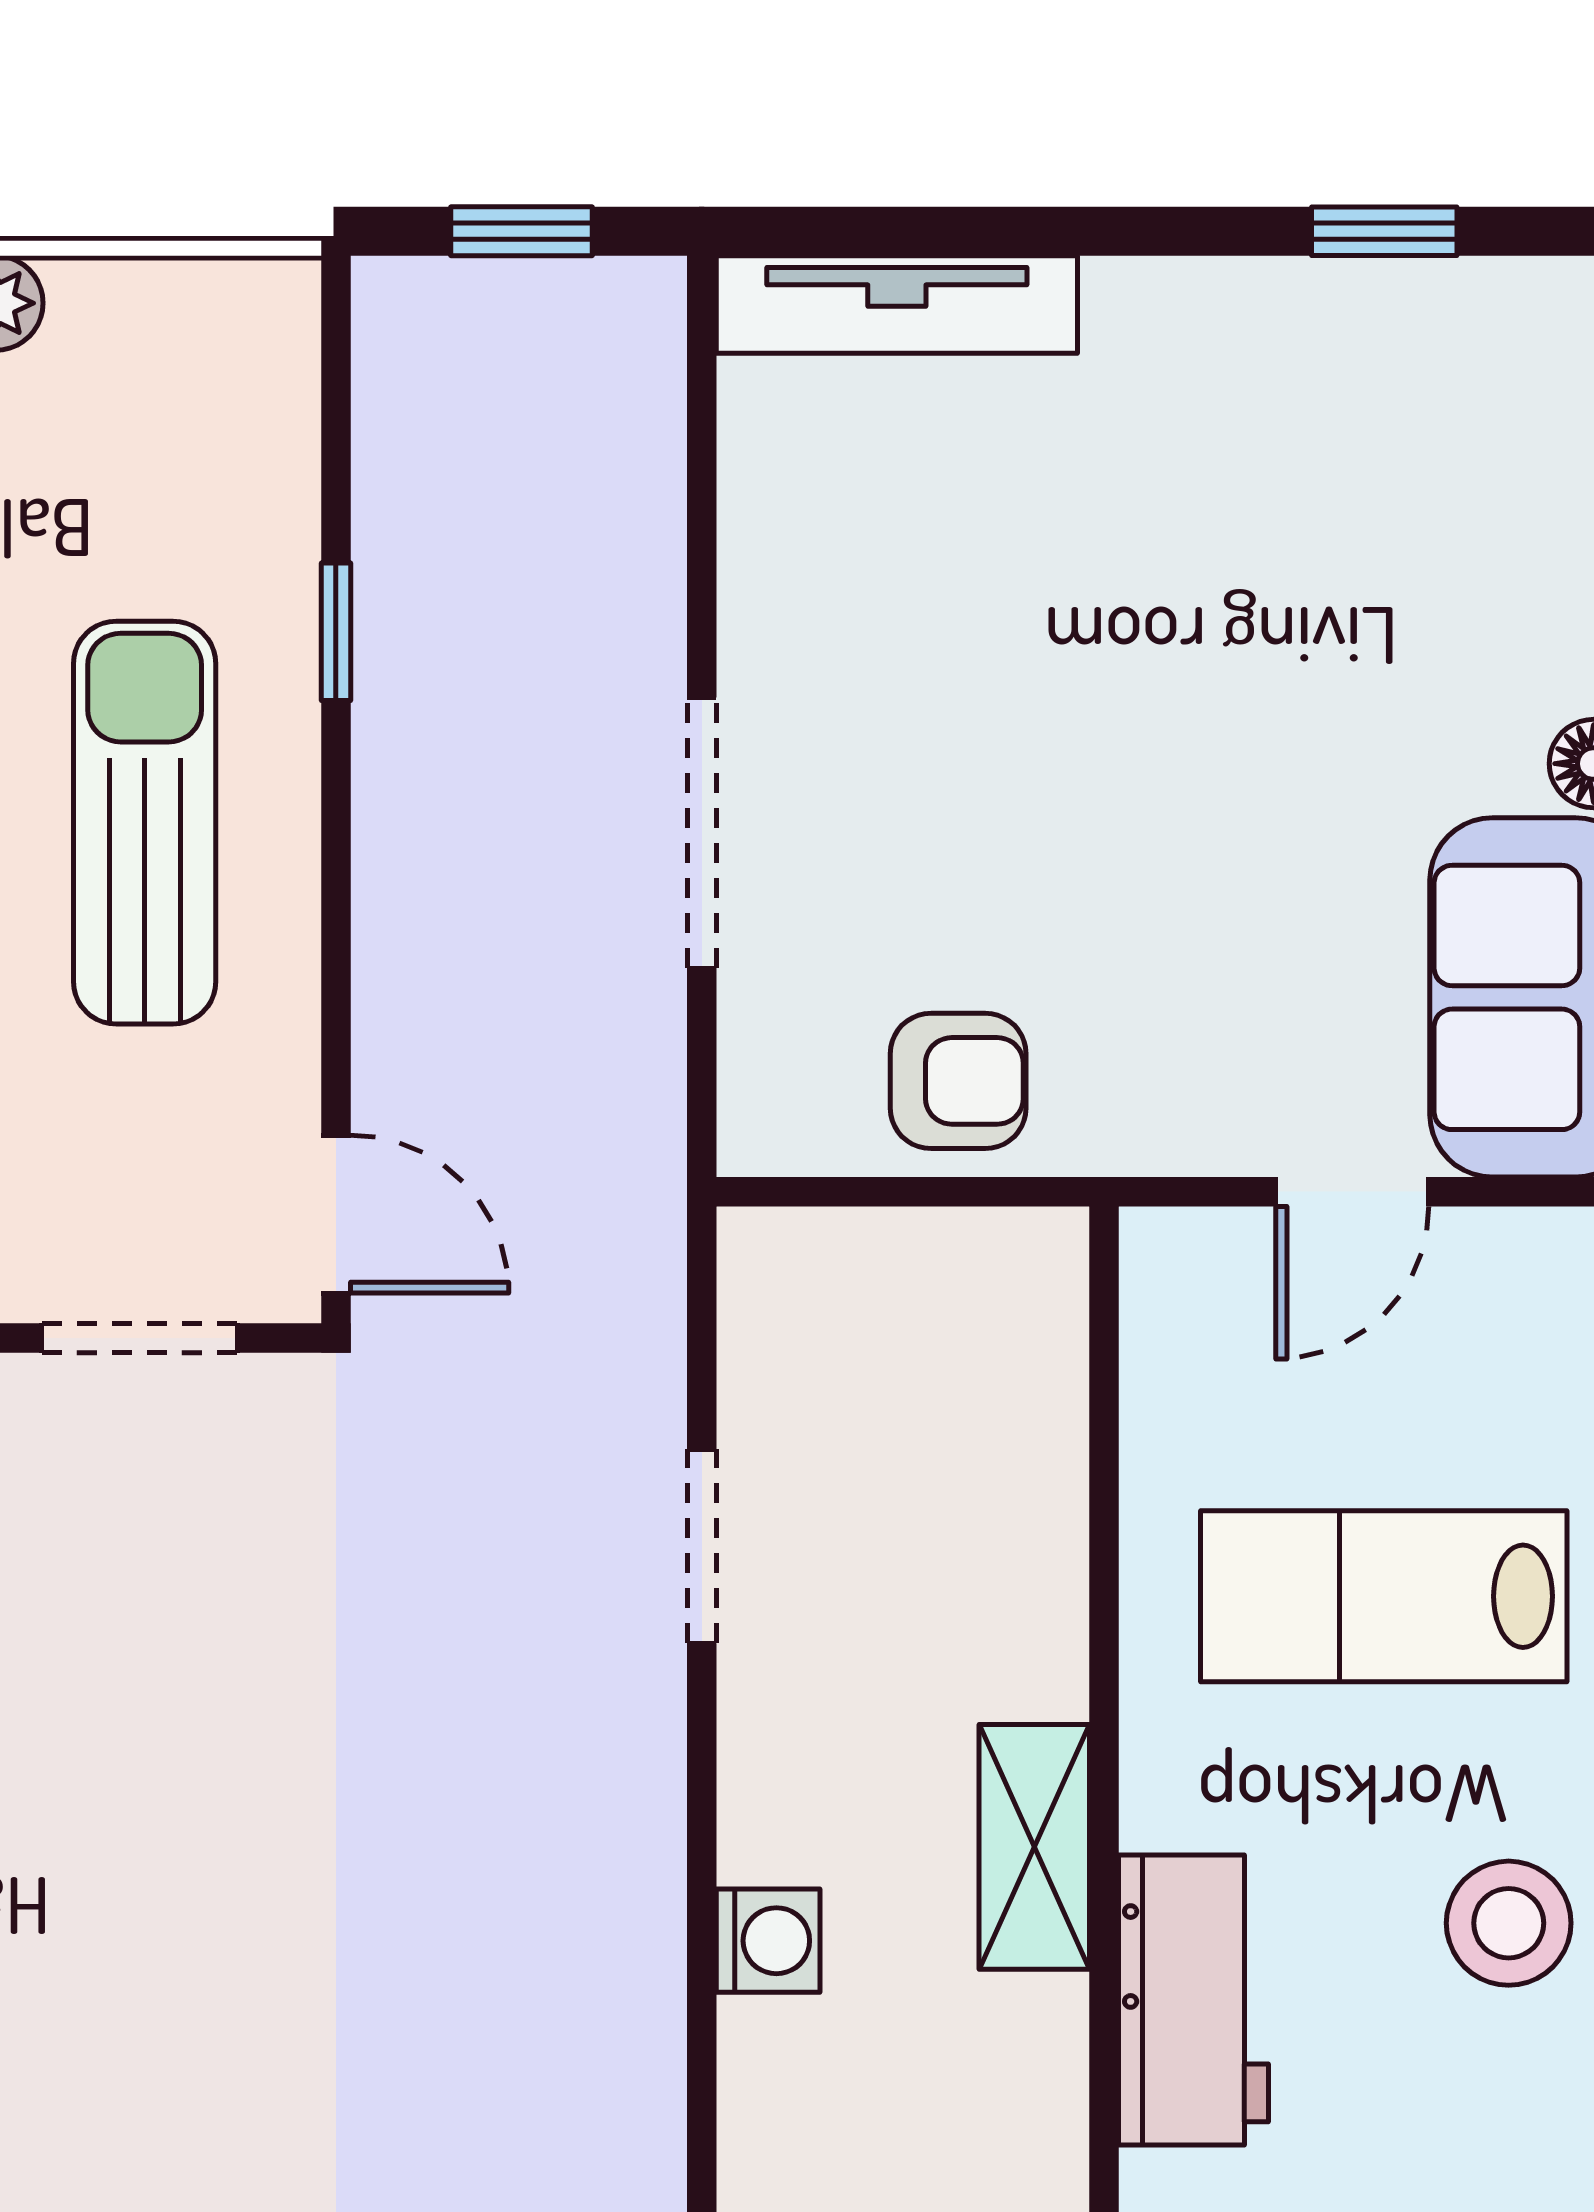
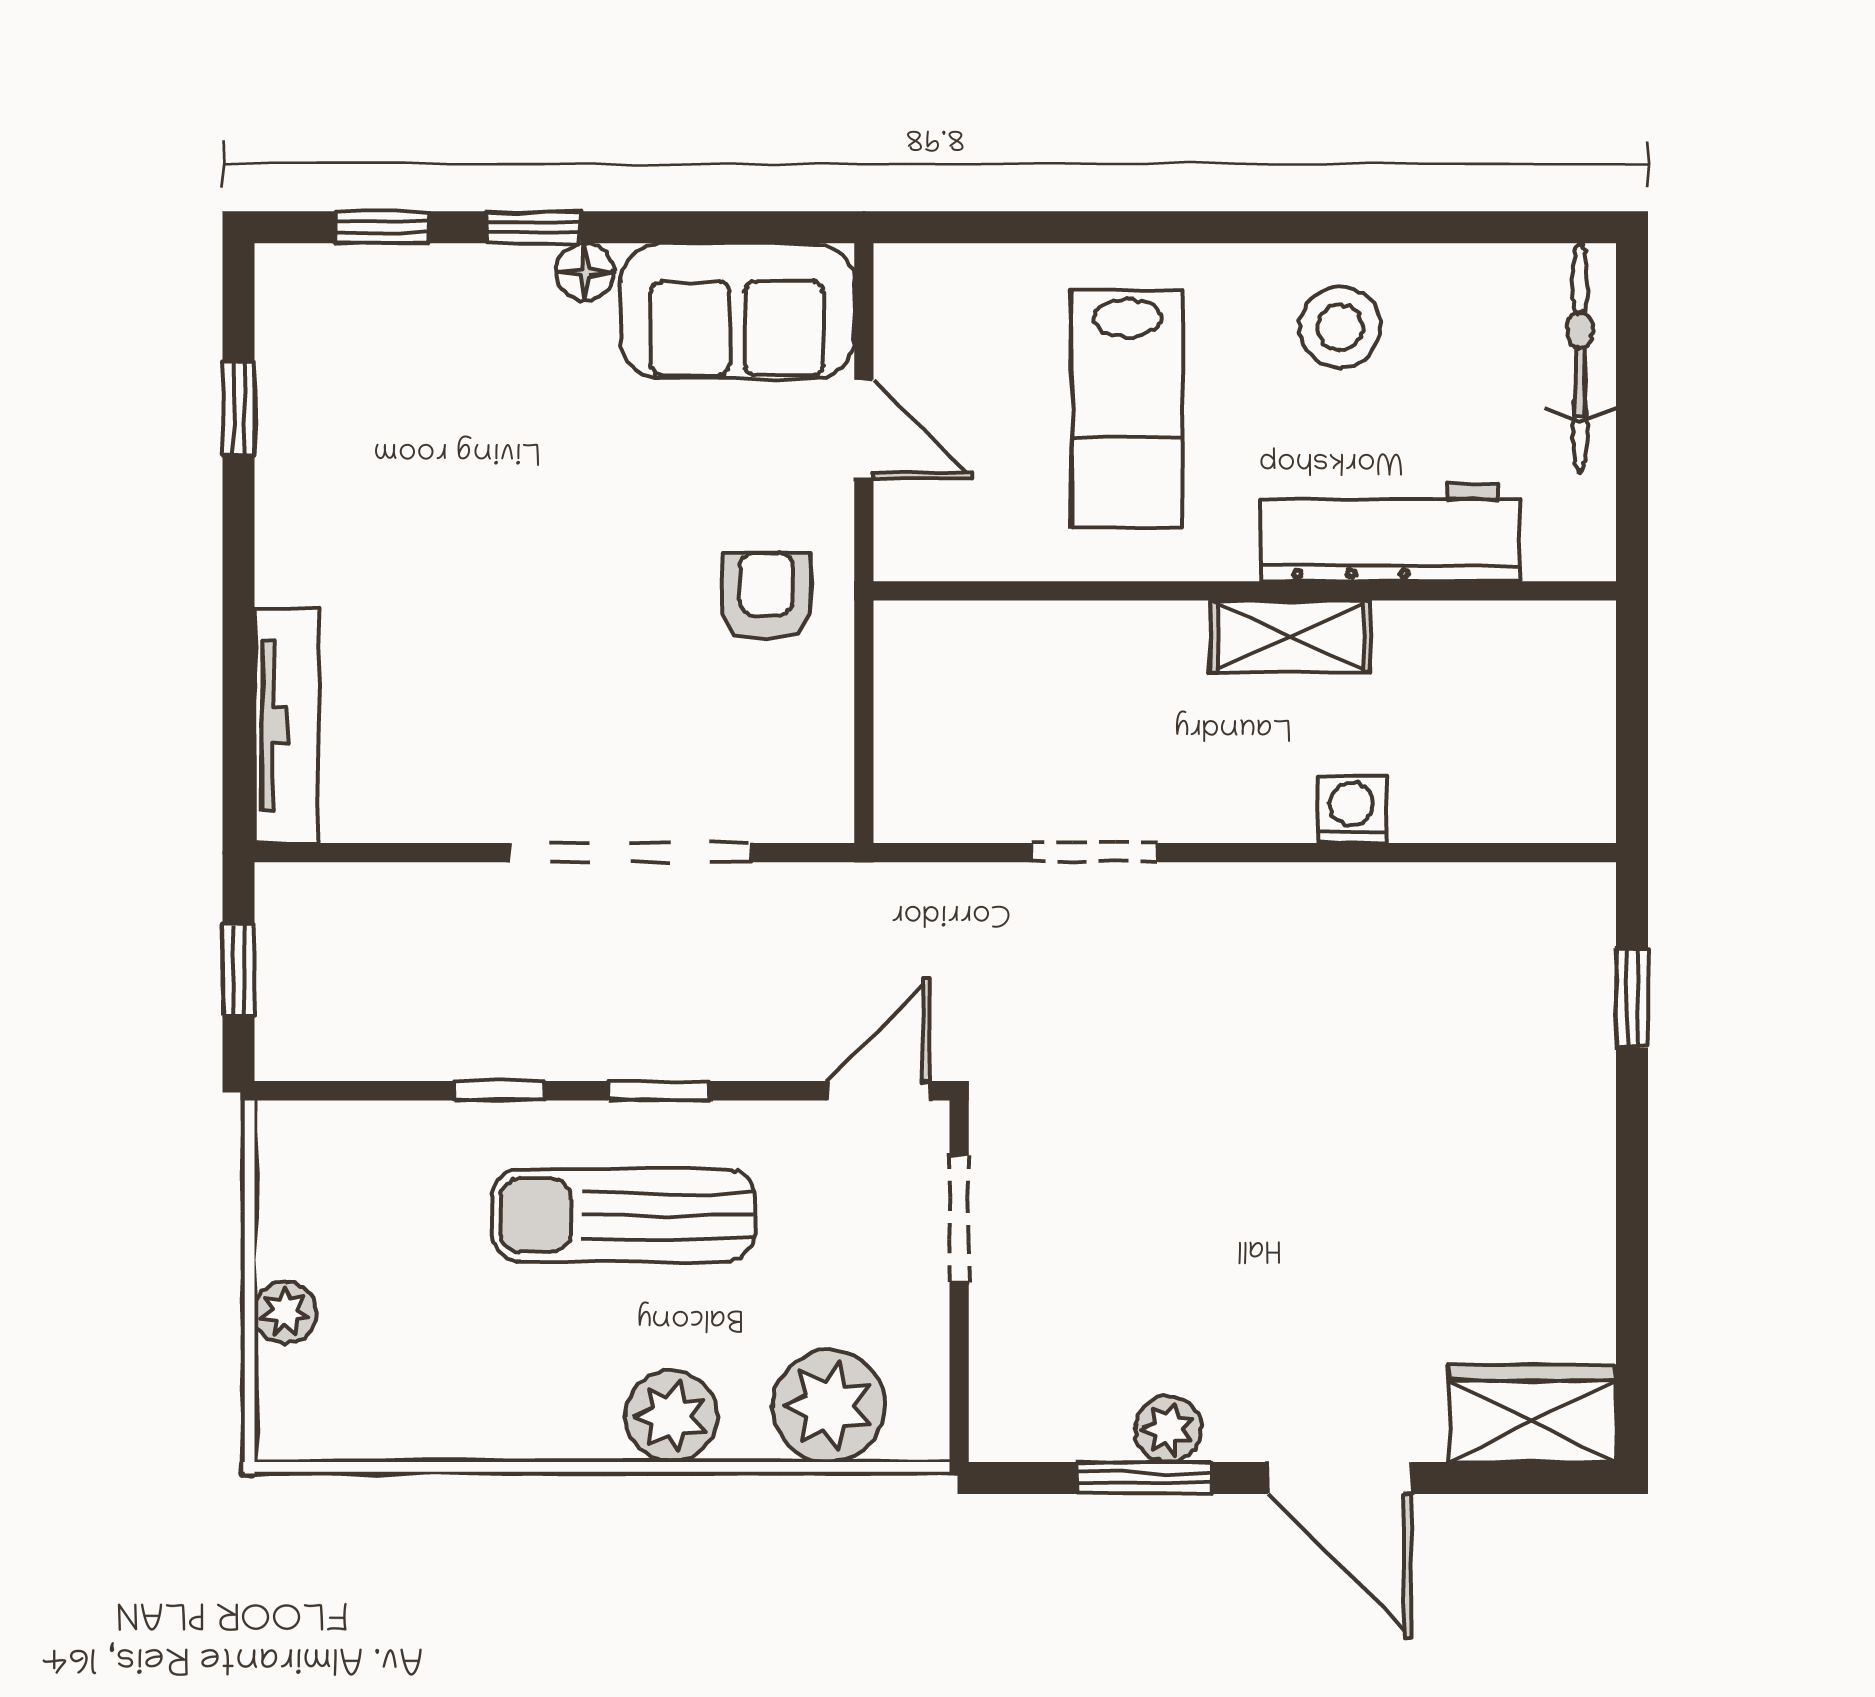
doorway: (702, 833) -> (630, 853), width x1.36
window: (336, 877) -> (659, 1091), added
armchair: (958, 1081) -> (766, 596), moved
workbench: (1194, 2000) -> (1390, 532), width x1.38

